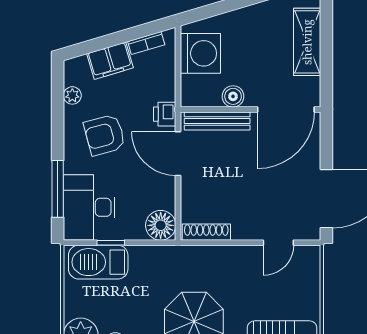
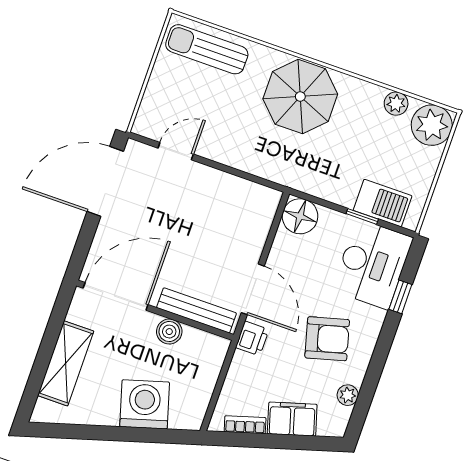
washing machine: (200, 53) -> (145, 404), moved, turned 73
window: (58, 189) -> (400, 297), width x0.46
shoe rack: (206, 232) -> (252, 191), removed
barbecue: (98, 262) -> (383, 203), width x0.73, depth x0.83

